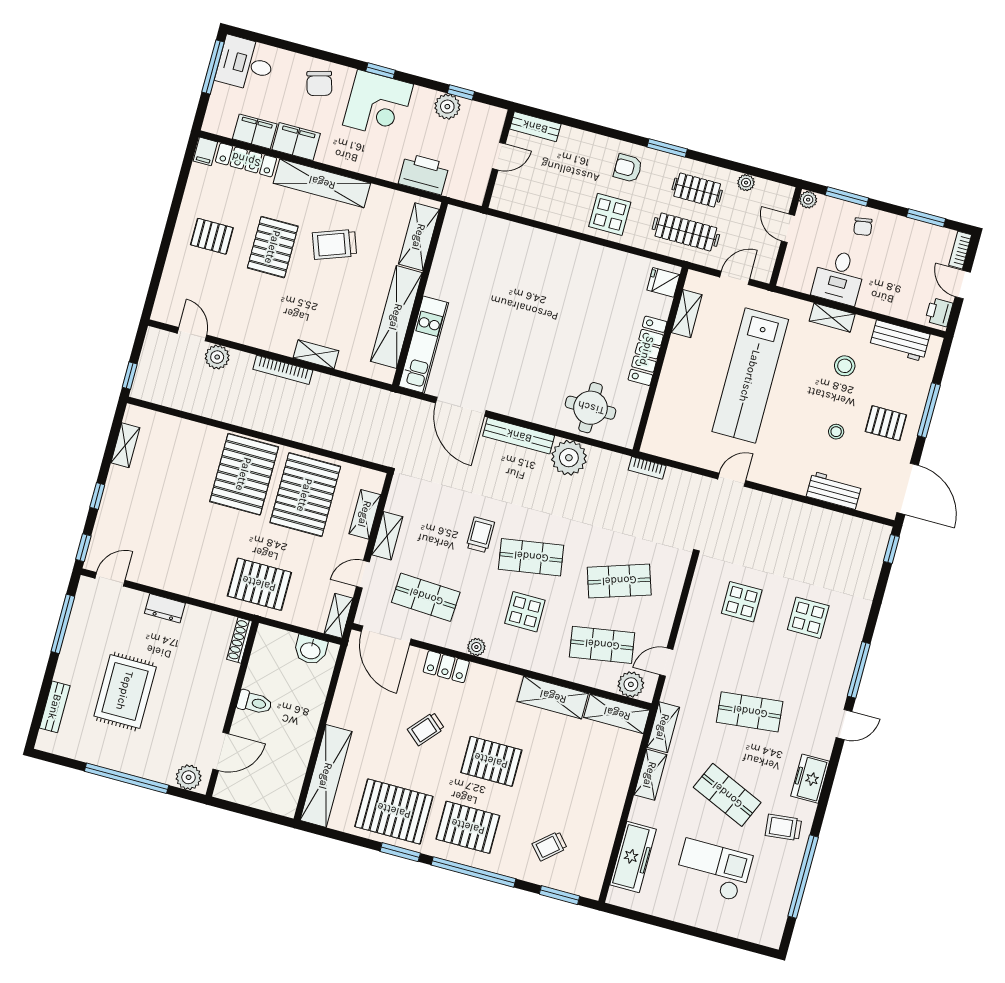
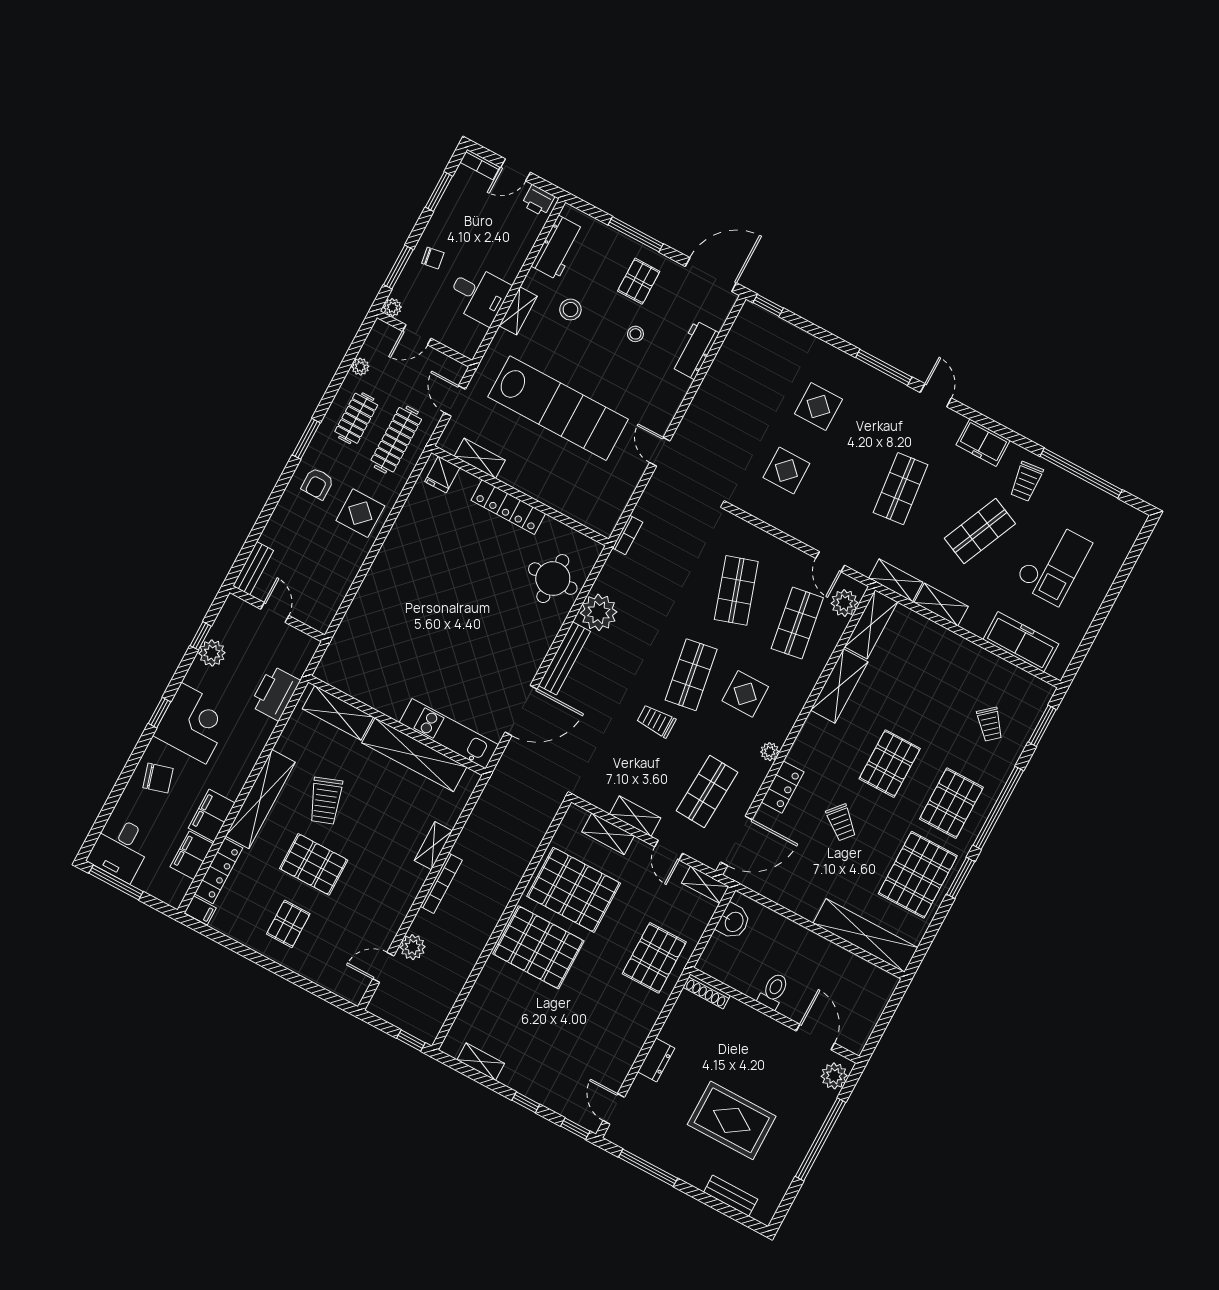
checkout: (713, 870) -> (1053, 563), turned 180

